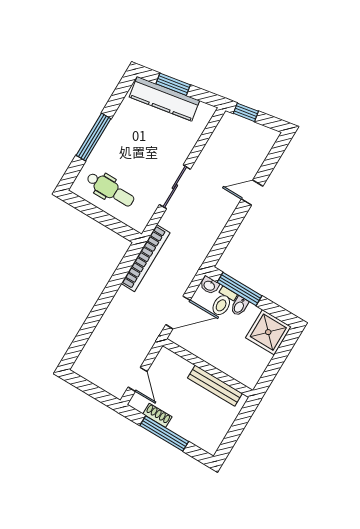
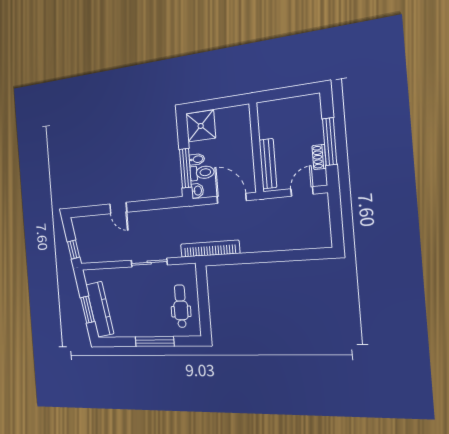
bench: (215, 386) -> (268, 164), moved

